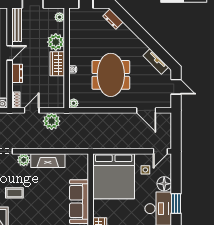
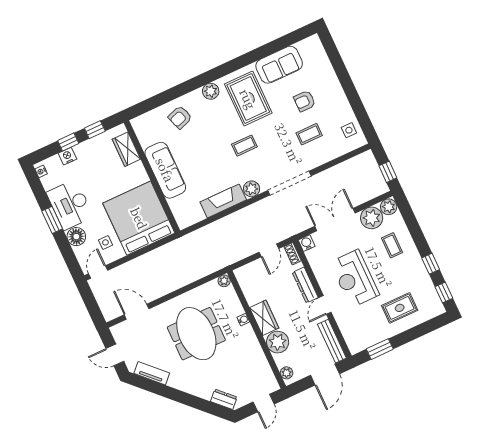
dresser: (17, 73) -> (305, 285), width x1.44
plant: (52, 121) -> (240, 248), removed

